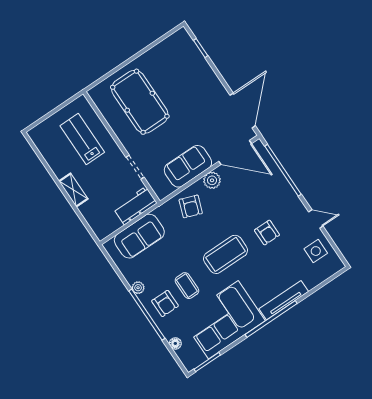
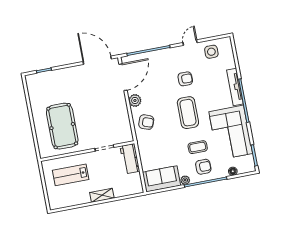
pool table: (140, 102) -> (62, 126), turned 90
sofa: (188, 166) -> (119, 112), removed
sofa: (139, 236) -> (162, 179), moved, turned -90

